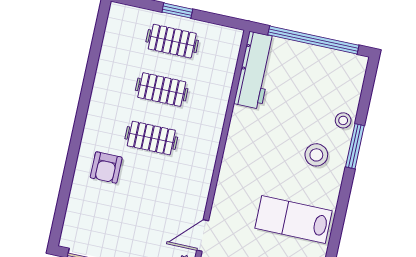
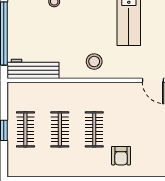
stool: (316, 155) -> (94, 62), moved
armchair: (106, 168) -> (121, 156), turned 90

